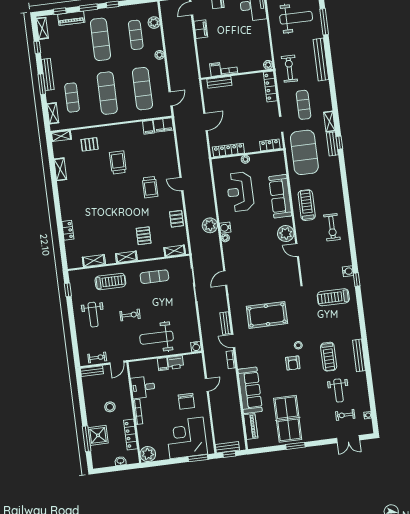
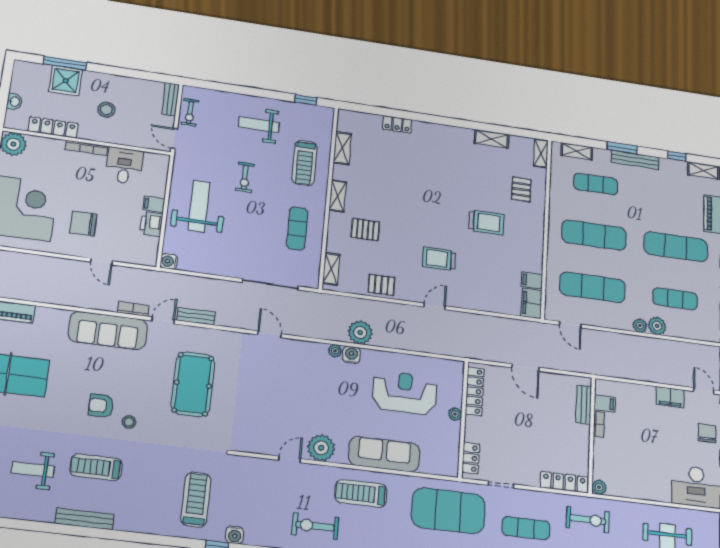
plant: (154, 23) -> (657, 326), moved
treadmill: (307, 205) -> (361, 493), turned 180
sofa: (250, 390) -> (108, 330), moved

